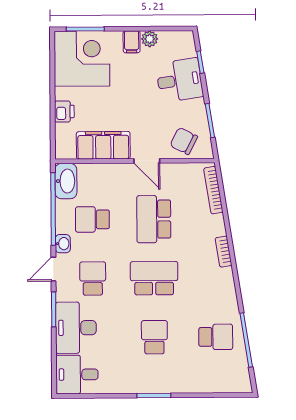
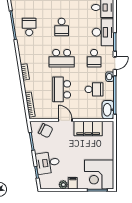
printer: (64, 111) -> (109, 147), removed
school desk: (154, 219) -> (62, 89), turned 180
school desk: (216, 337) -> (29, 27), turned 90

